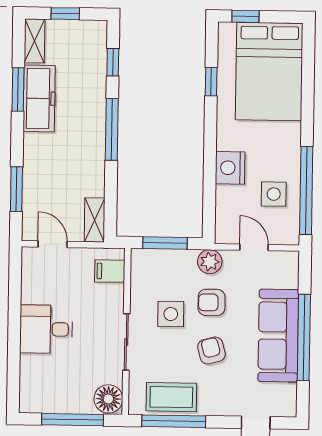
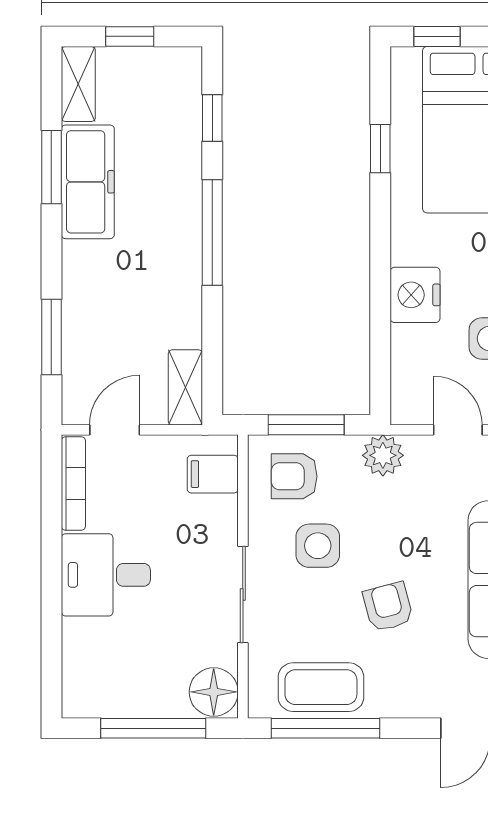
door: (53, 244) -> (115, 430), hinge flipped
bookcase: (28, 275) -> (73, 484), added
armchair: (212, 302) -> (294, 476), moved

